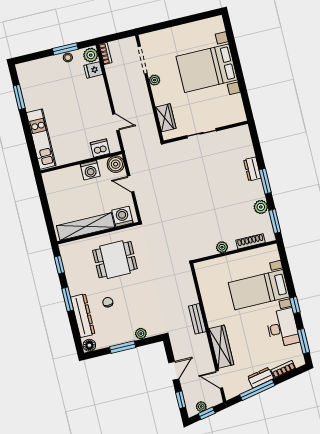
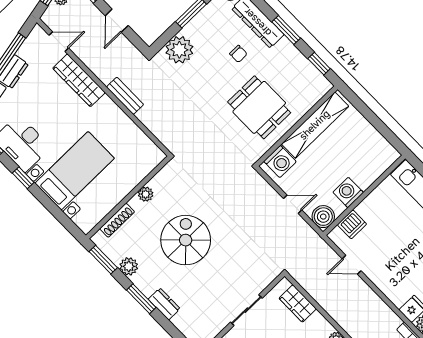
spiral stairs: (214, 202) -> (186, 240), added
dining table: (115, 260) -> (259, 107), turned 90
plant: (141, 334) -> (179, 50), width x1.88, depth x1.88

